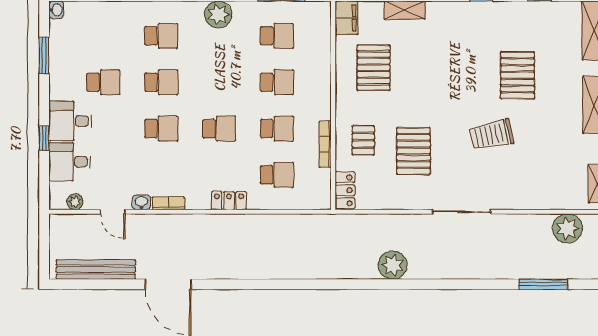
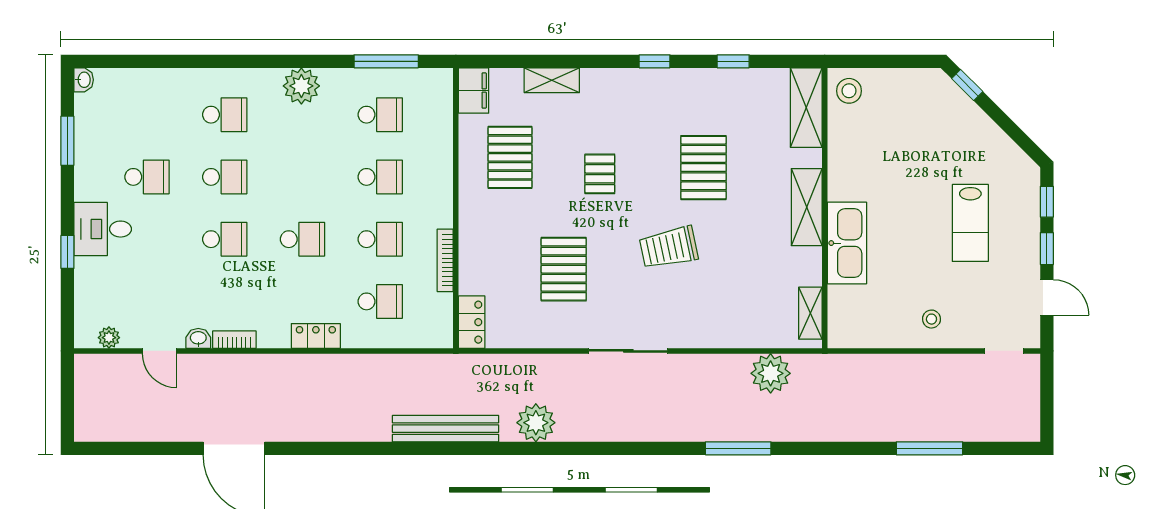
pallet: (363, 140) -> (600, 174), moved
desk: (70, 162) -> (102, 284), removed
bench: (96, 270) -> (446, 429), moved

